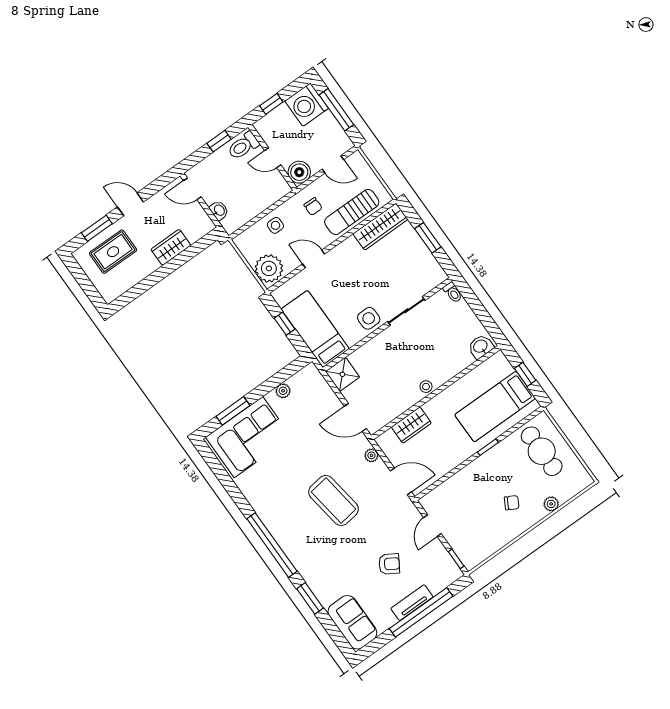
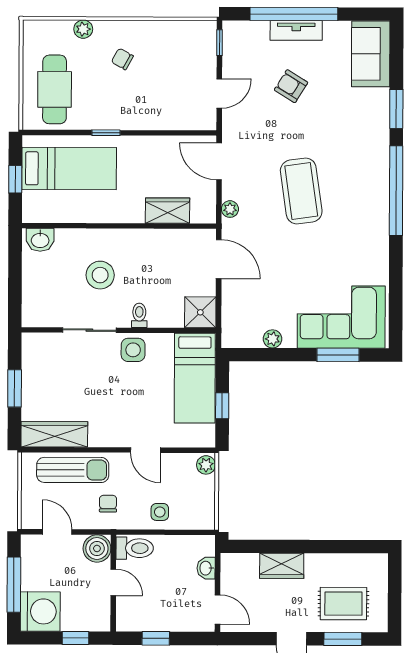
toilet: (243, 146) -> (135, 548), moved
plant: (269, 268) -> (206, 465), width x0.53, depth x0.53
toilet: (453, 292) -> (139, 315), moved
stool: (426, 387) -> (100, 275), moved, width x1.89, depth x1.89

